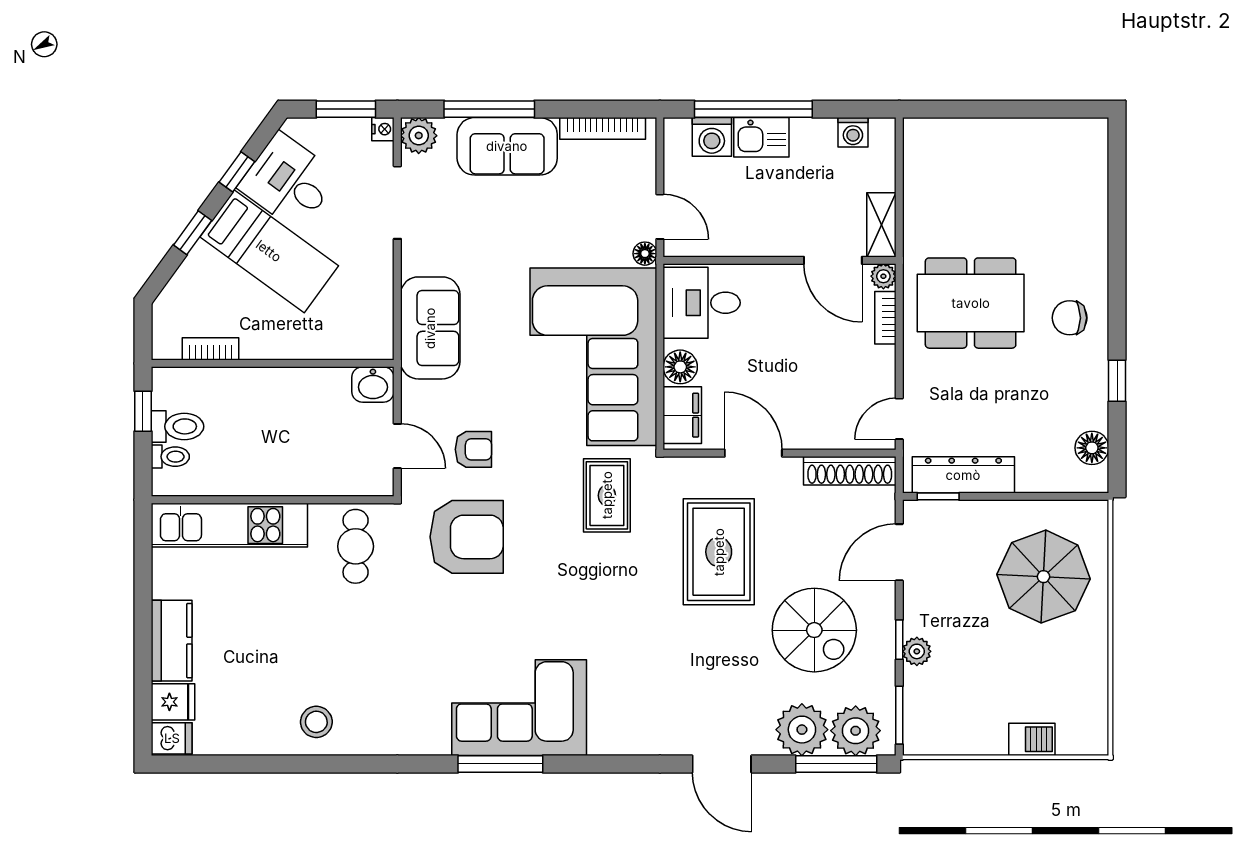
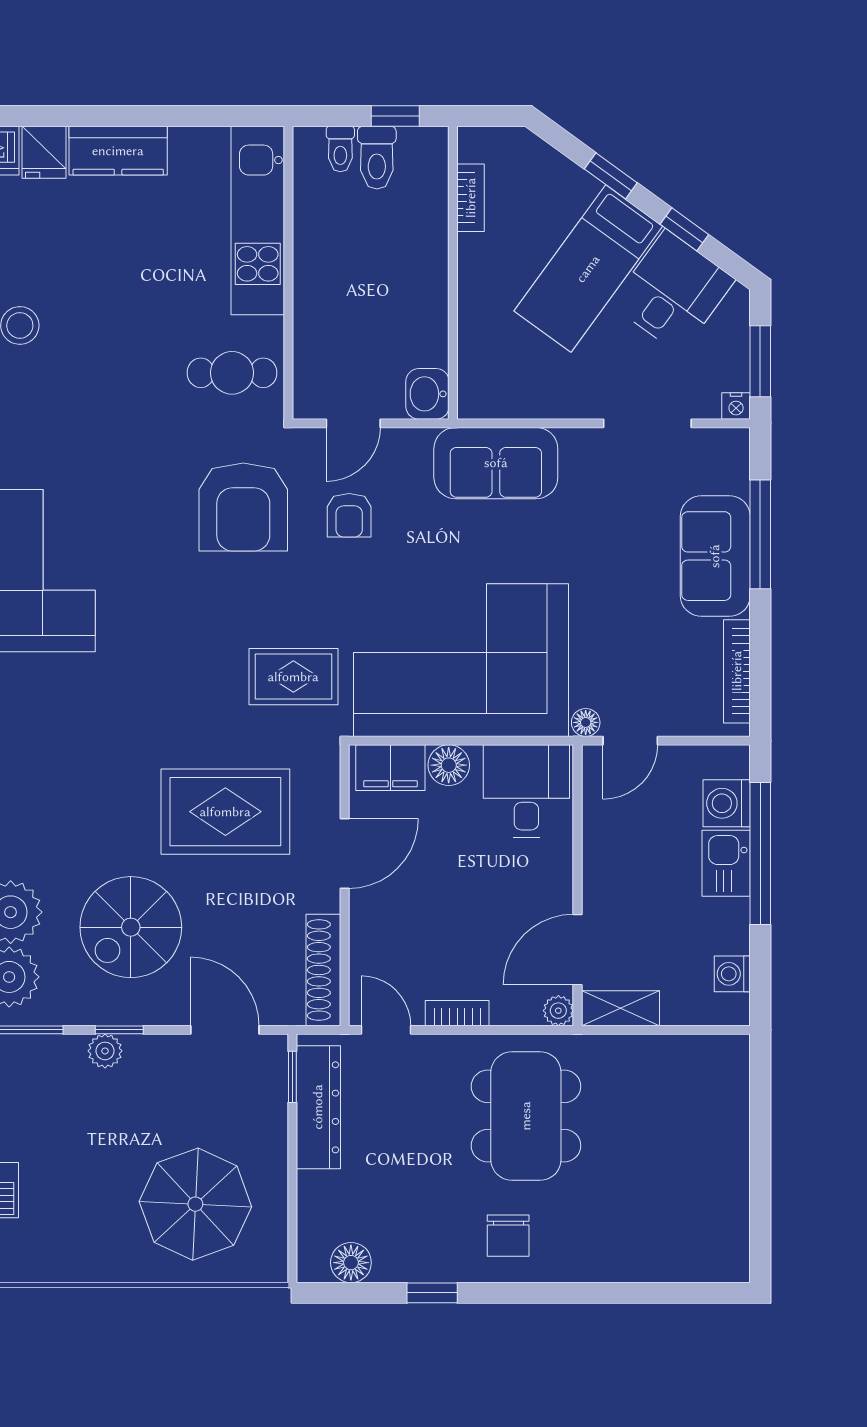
plant: (419, 136) -> (728, 449), removed
bookcase: (885, 318) -> (457, 1013), moved
chair: (1070, 318) -> (508, 1236), turned 180

